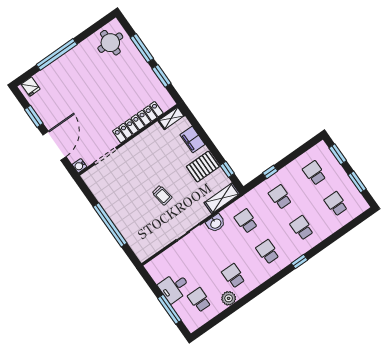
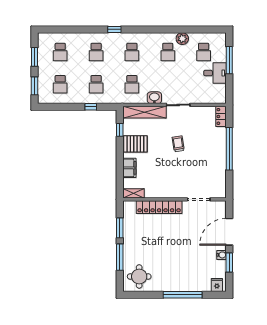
water cooler: (80, 166) -> (222, 255), moved
shelving: (222, 198) -> (144, 112), width x1.47
locker: (140, 250) -> (221, 116), added

